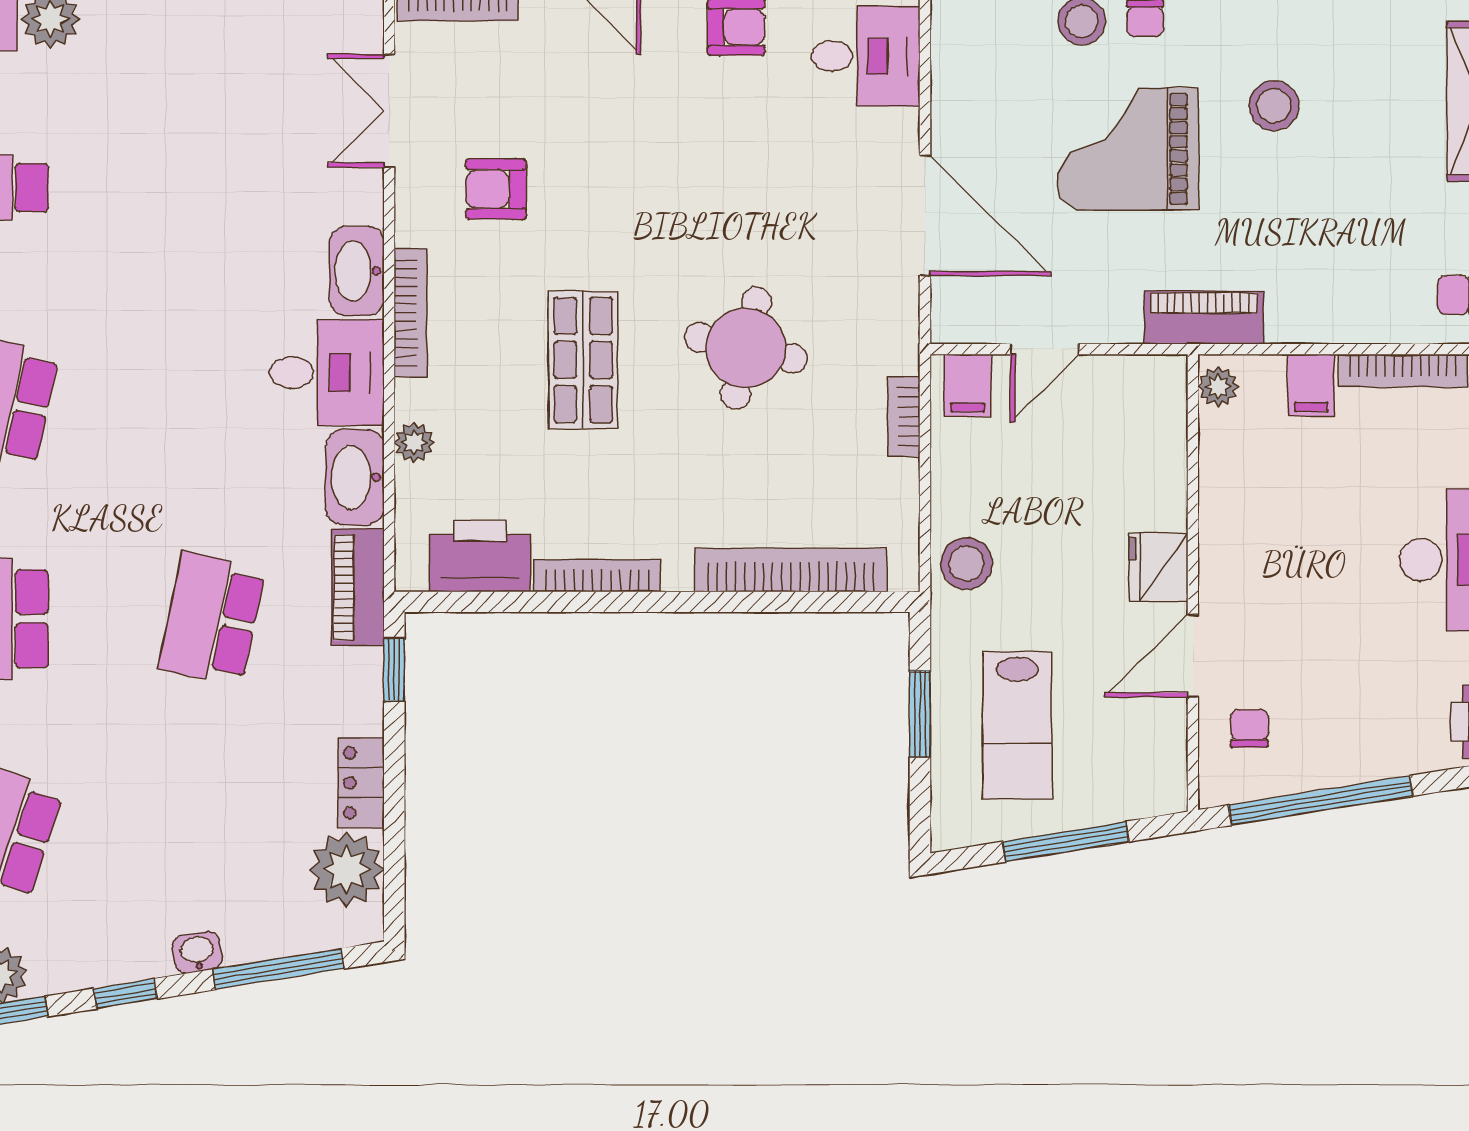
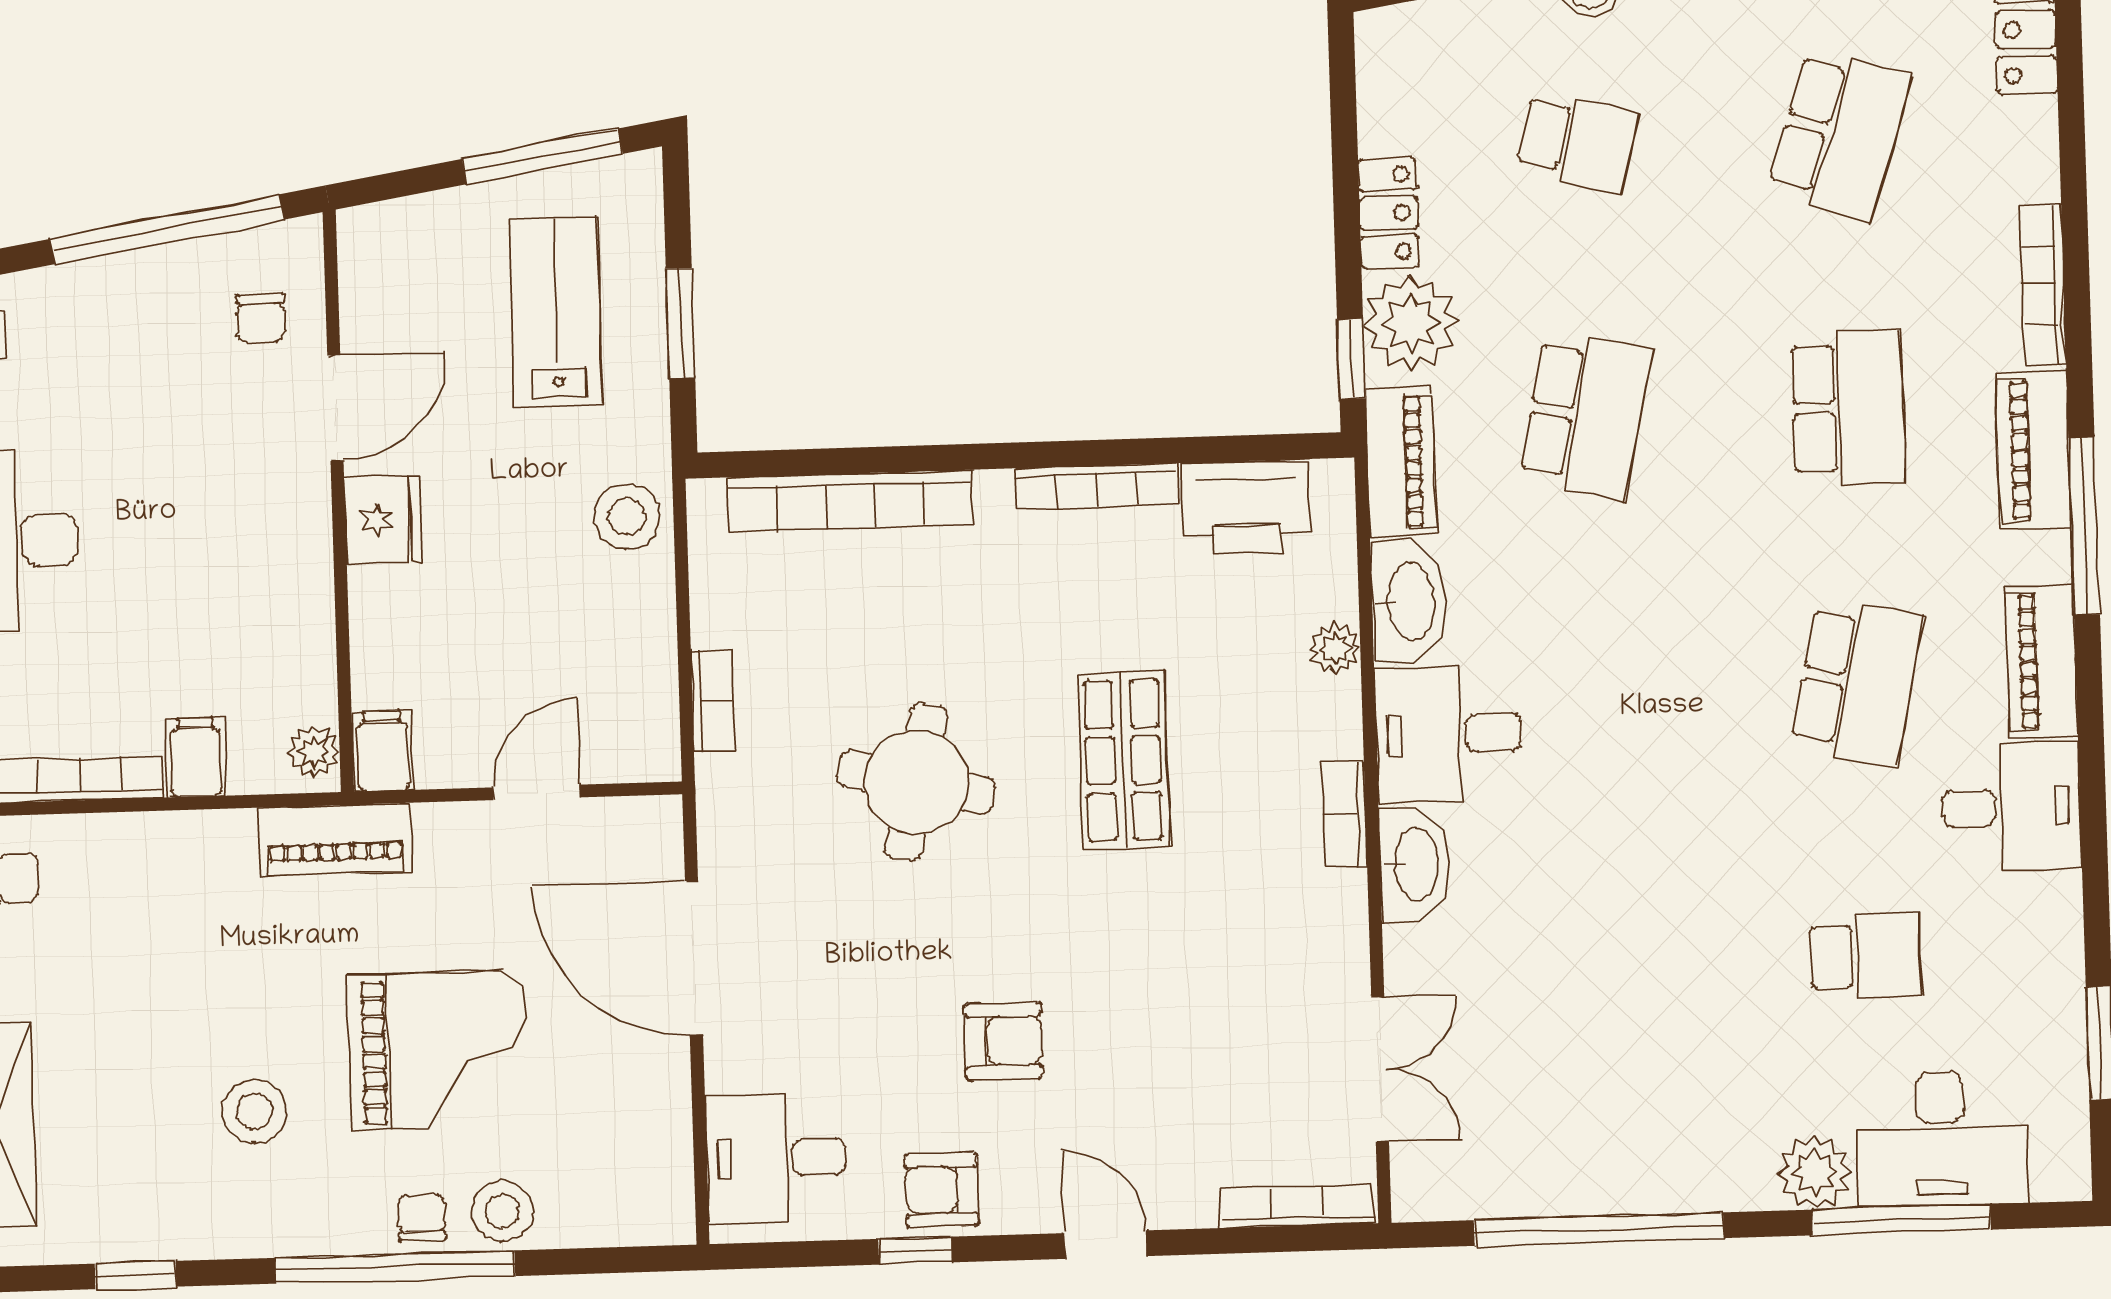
armchair: (496, 189) -> (1004, 1041), moved
bookcase: (411, 313) -> (1345, 814), width x0.64
filing cabinet: (968, 385) -> (382, 751), moved
school desk: (212, 834) -> (1577, 142), added
window: (1066, 842) -> (542, 156), moved
plant: (347, 870) -> (1411, 323), moved

